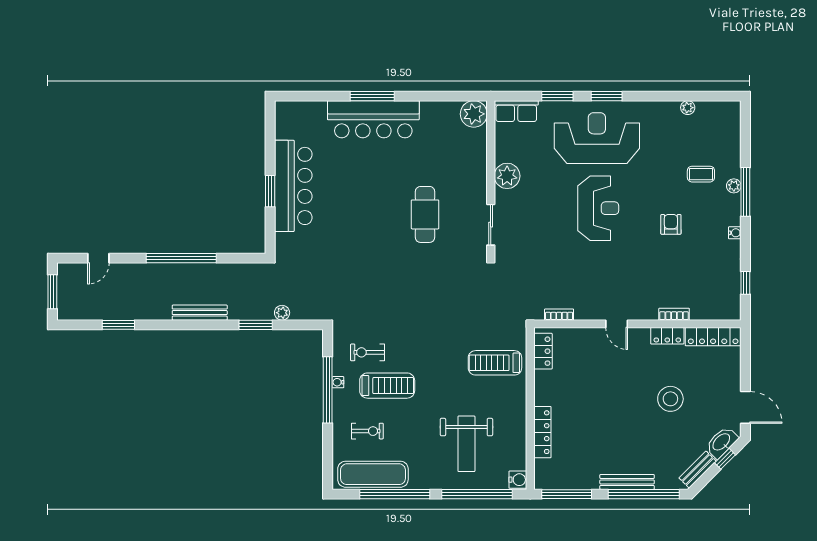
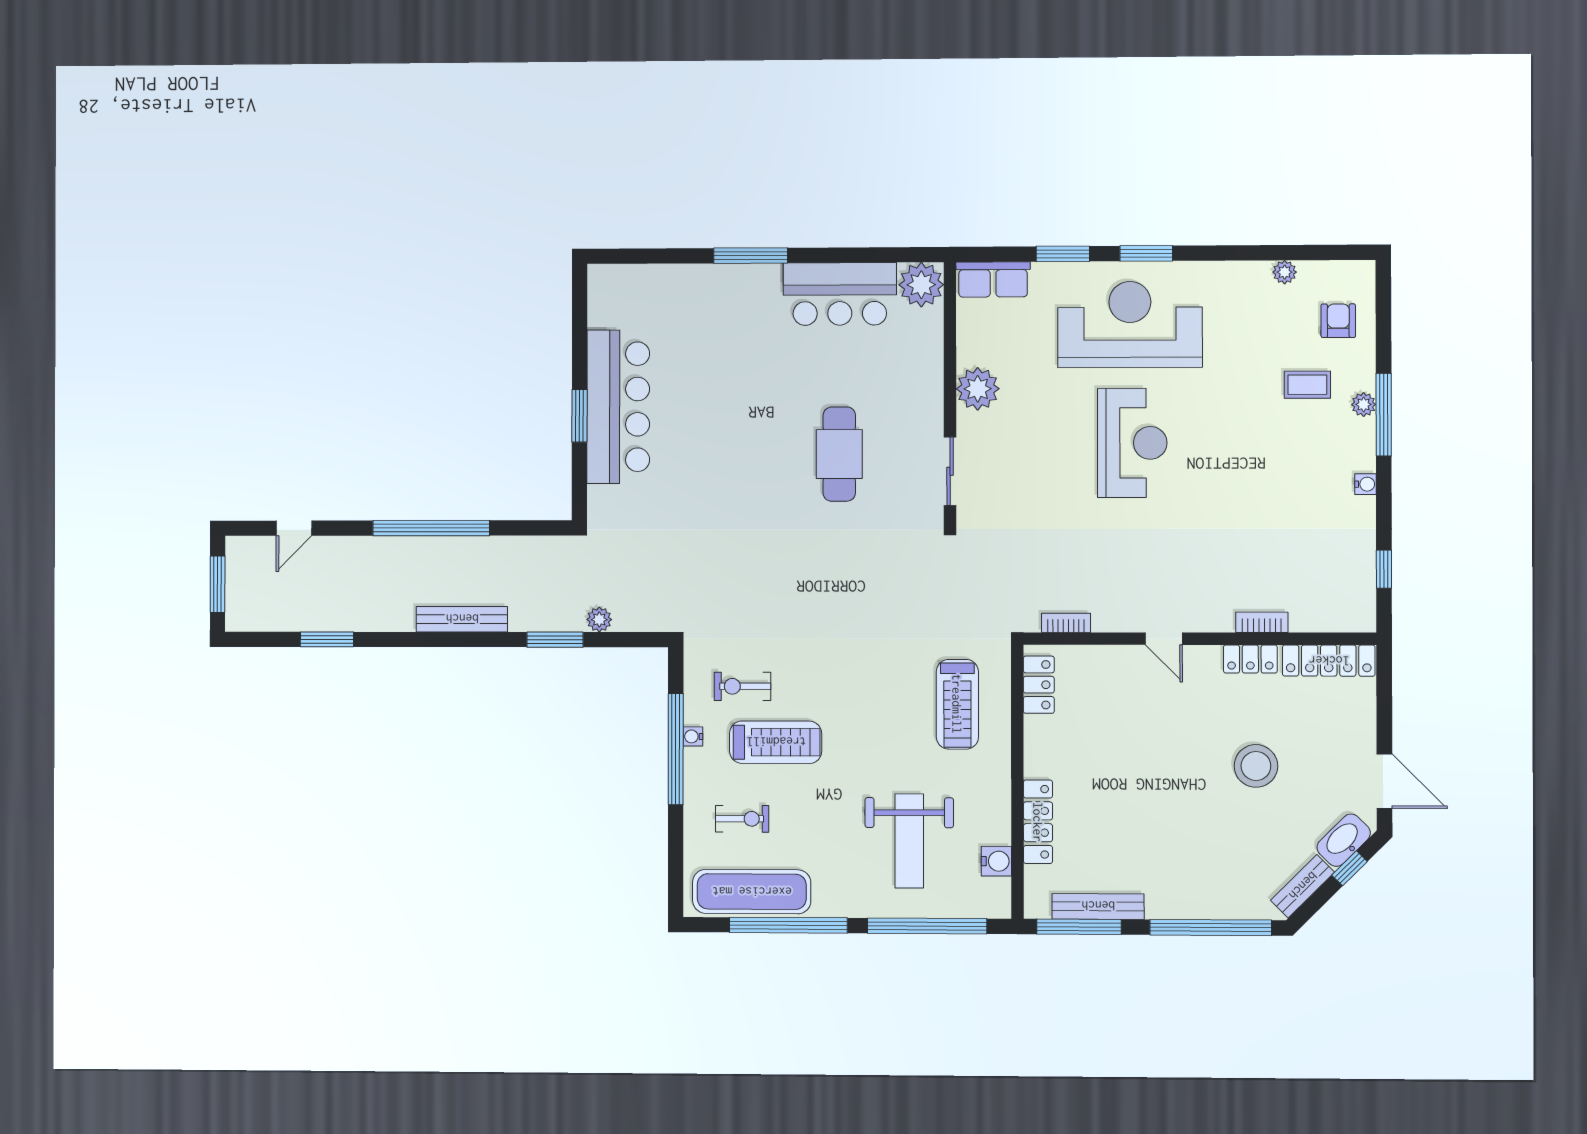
bar counter: (373, 119) -> (840, 294), moved, width x0.73
armchair: (671, 224) -> (1338, 321), moved
treadmill: (495, 363) -> (957, 704), turned -90
water cooler: (518, 480) -> (996, 861), moved
bench: (627, 482) -> (1098, 906), moved

